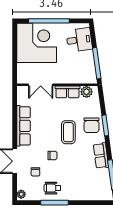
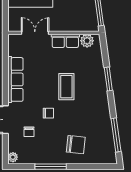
double door: (41, 85) -> (35, 33), swing flipped
chair: (91, 125) -> (76, 145), moved, turned -84
row of seats: (101, 156) -> (103, 113), removed
wheelchair: (52, 188) -> (48, 150), removed

